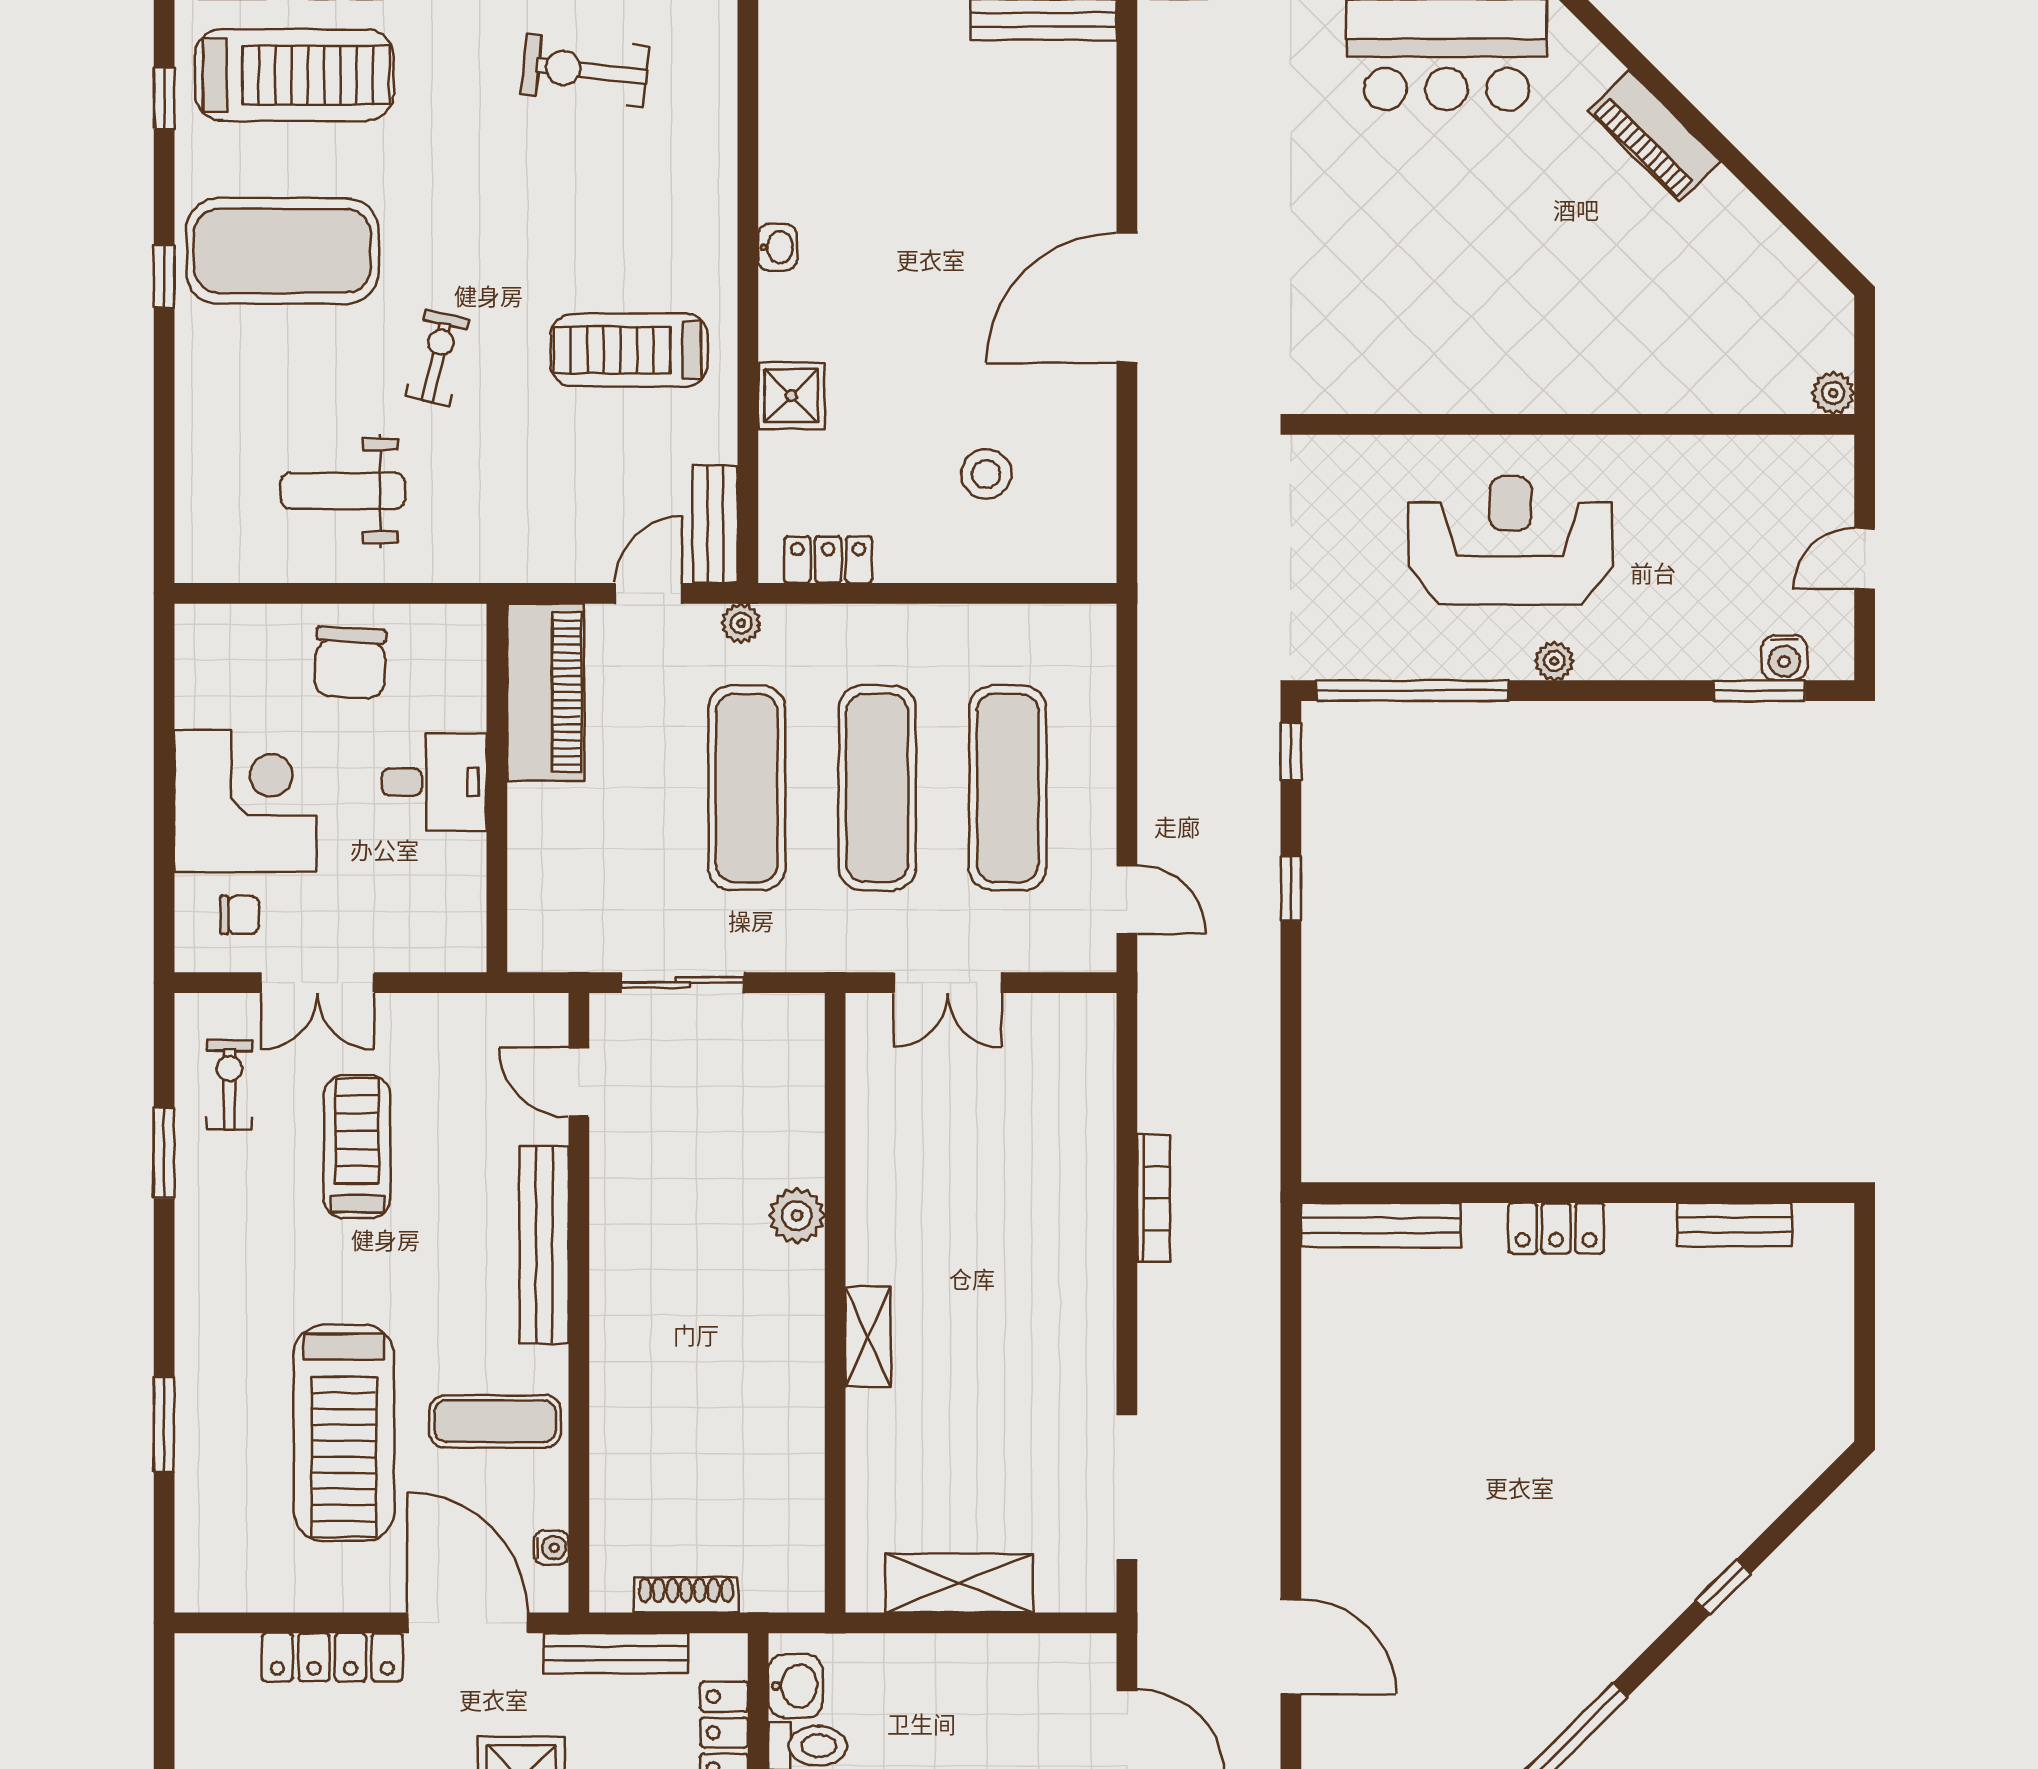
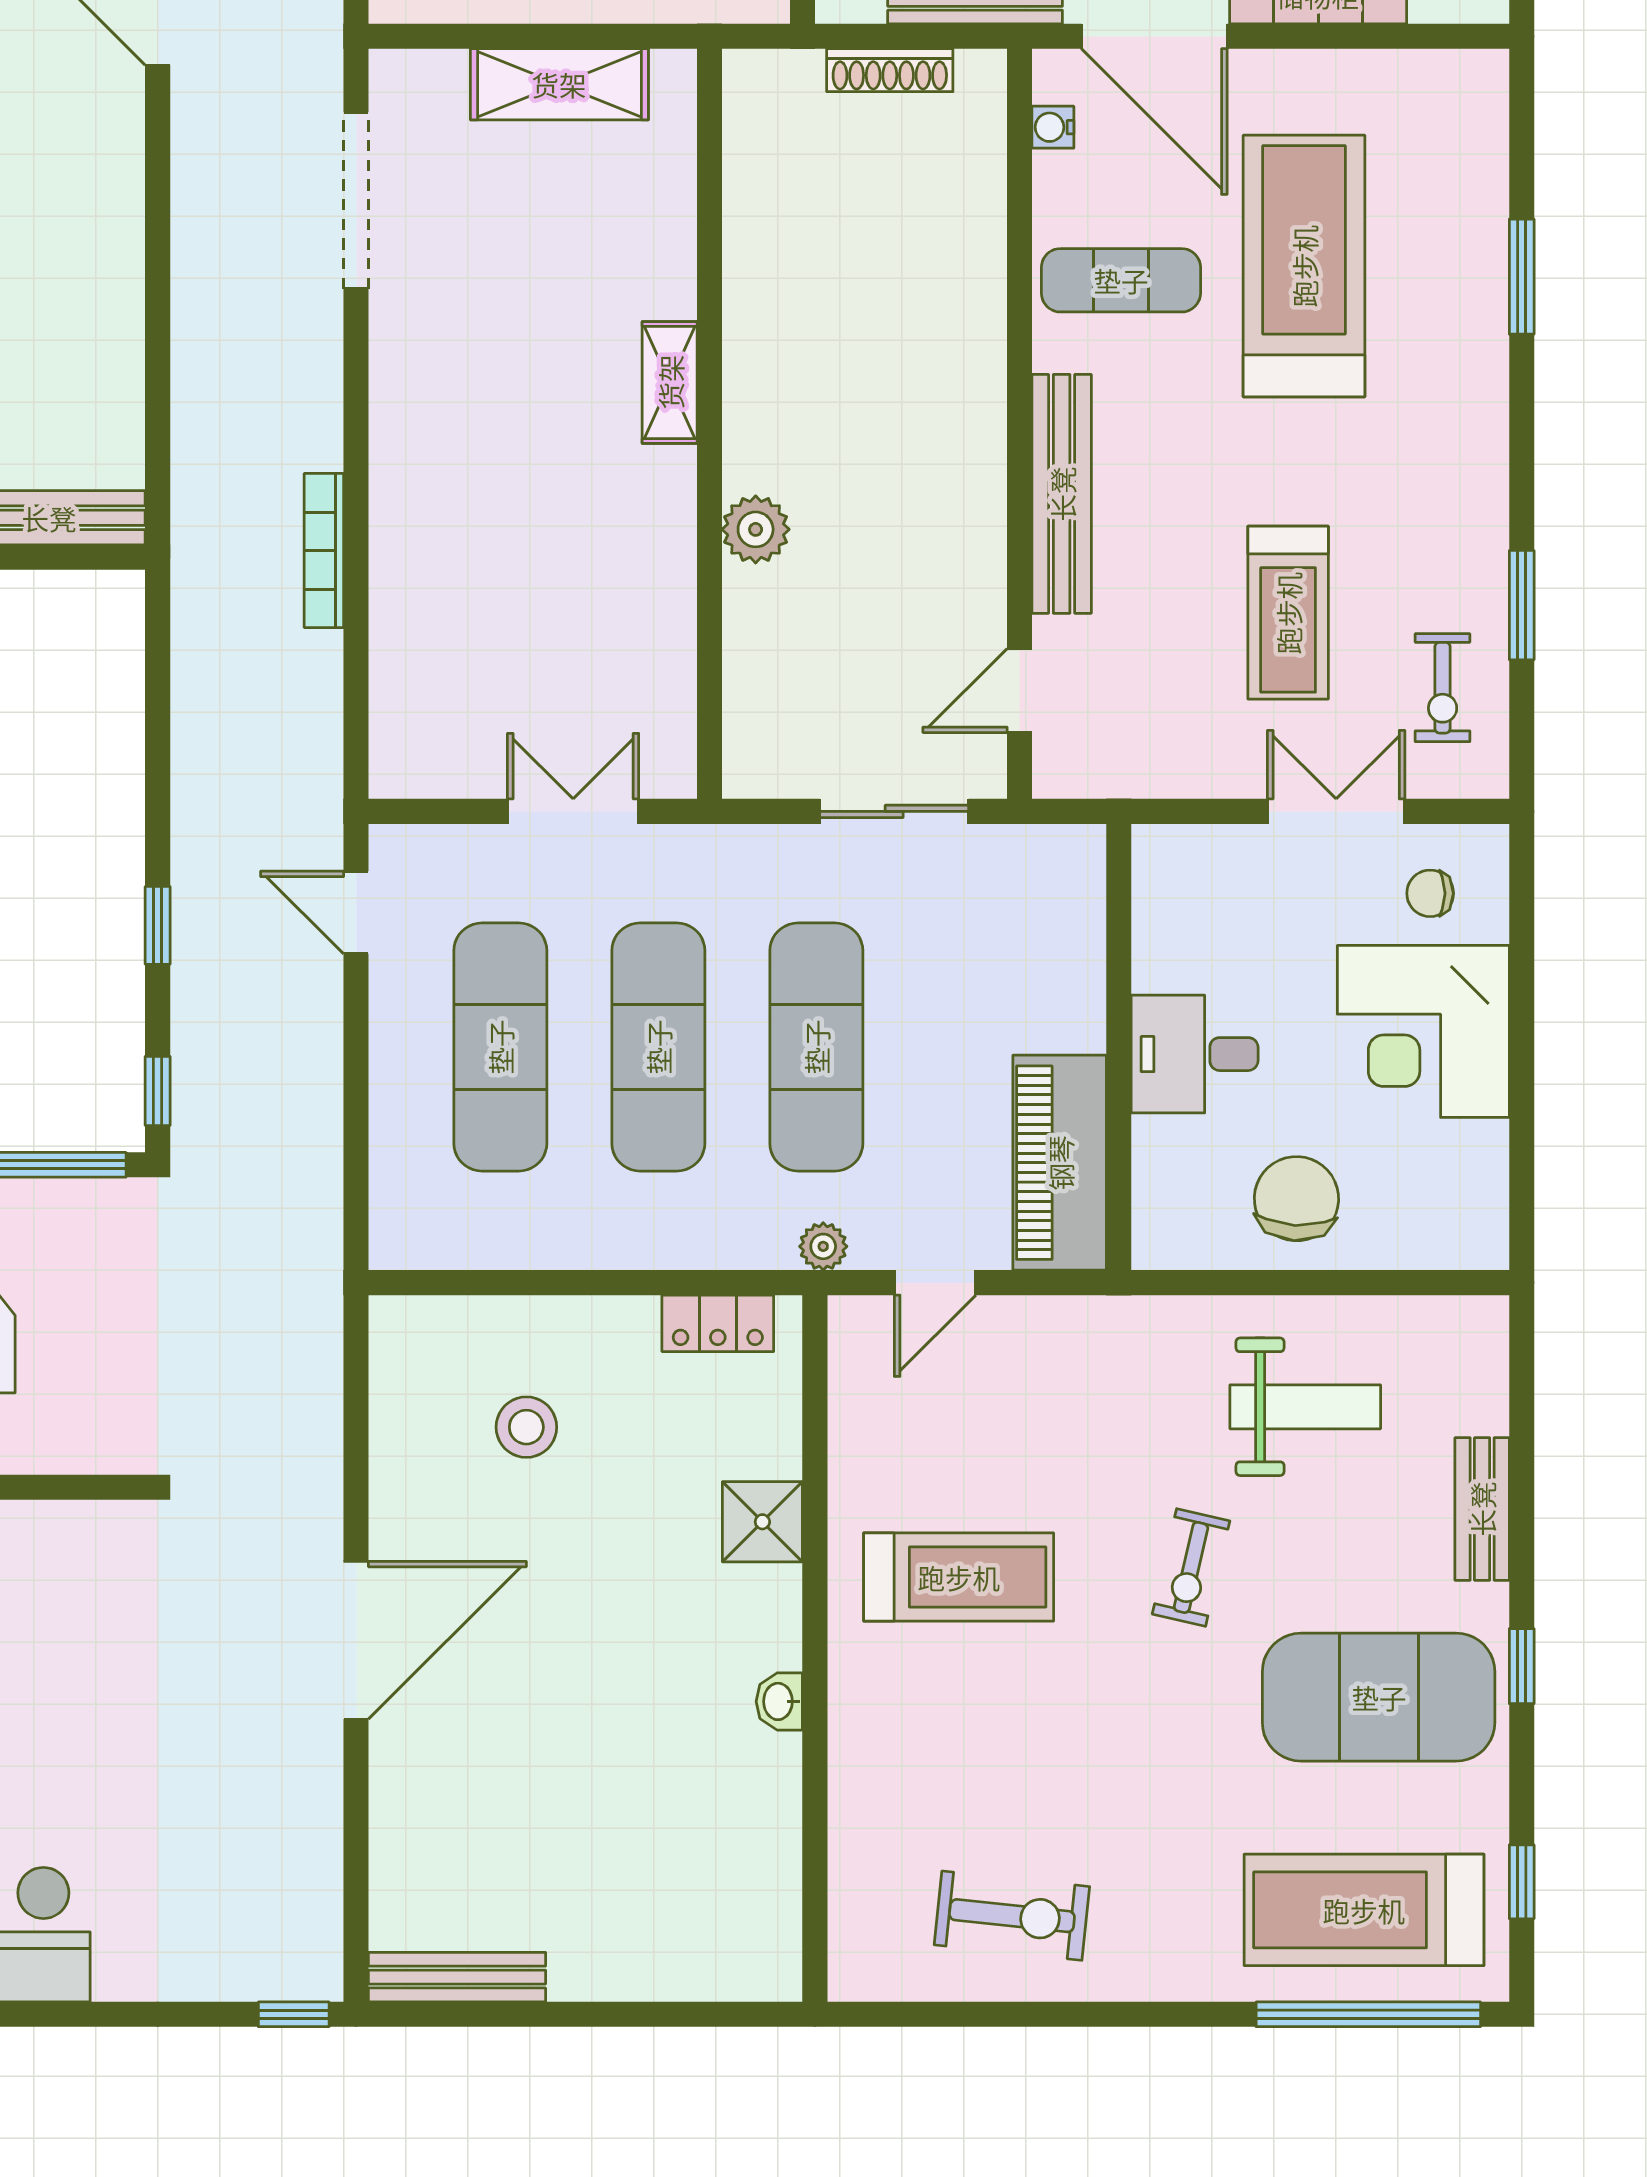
bench: (715, 524) -> (1482, 1509), moved
door: (579, 1082) -> (1019, 691), swing flipped

